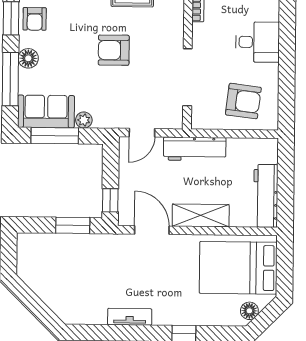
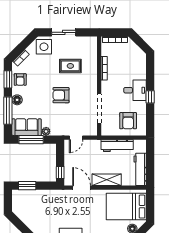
window: (287, 55) -> (150, 97), added
armchair: (243, 101) -> (128, 121), turned 83
workbench: (195, 149) -> (117, 146), moved
window: (73, 225) -> (27, 186), moved

